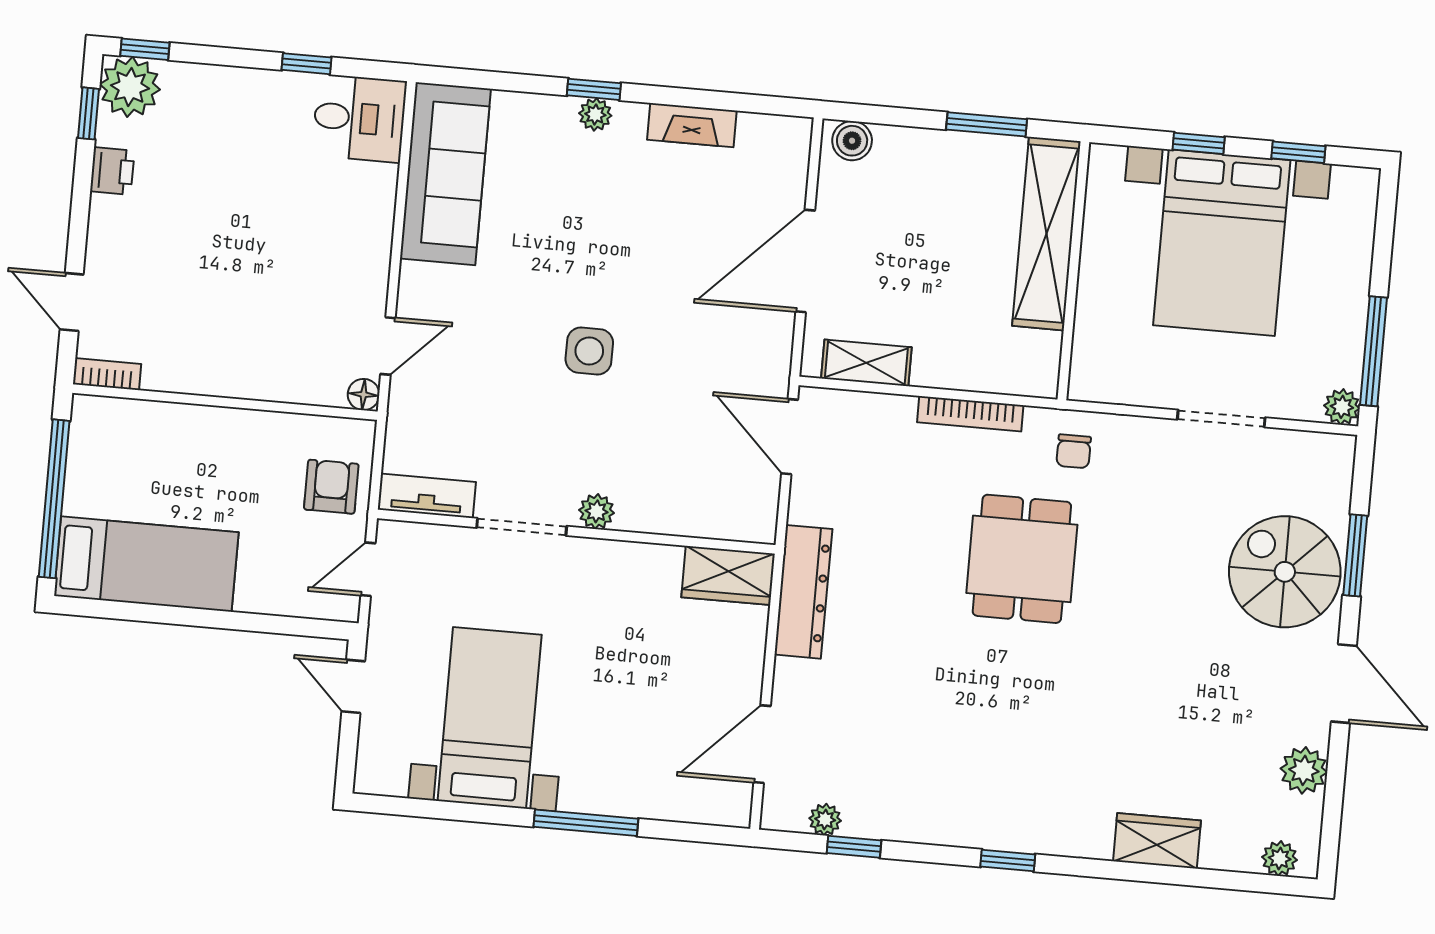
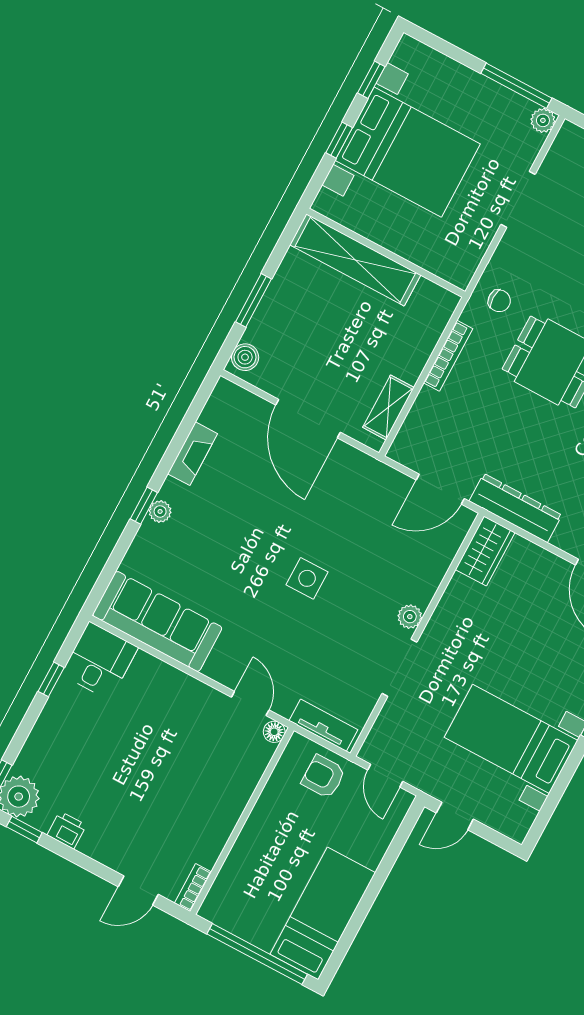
window: (987, 124) -> (254, 300), moved
door: (790, 437) -> (440, 489), moved
tv unit: (427, 496) -> (323, 725), moved, turned 90

